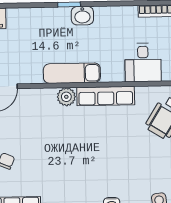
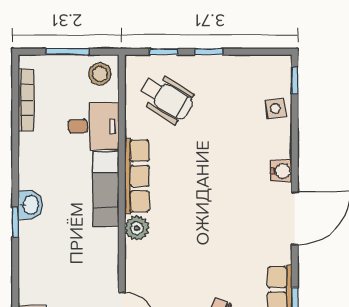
exam couch: (72, 73) -> (106, 189), moved

